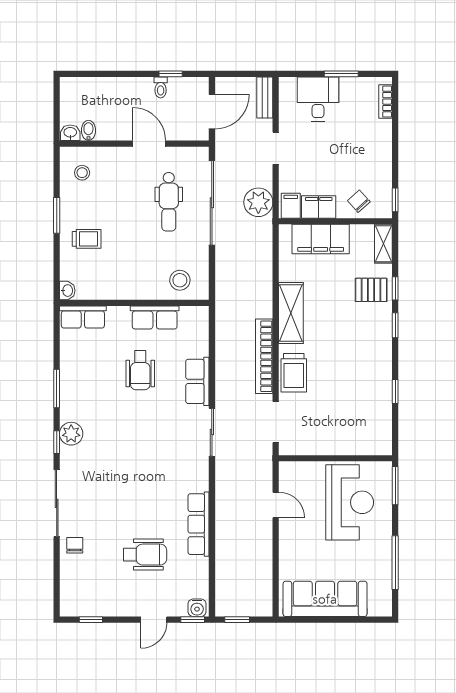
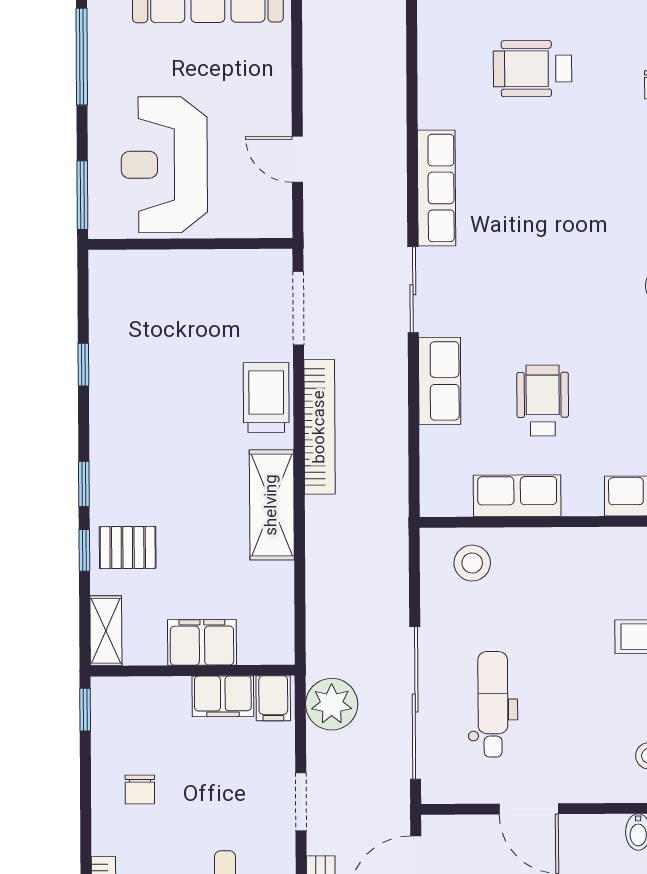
chair: (359, 201) -> (140, 790), moved, turned 42
filing cabinet: (321, 239) -> (202, 642), width x0.67, depth x0.86
row of seats: (199, 524) -> (437, 188), moved

